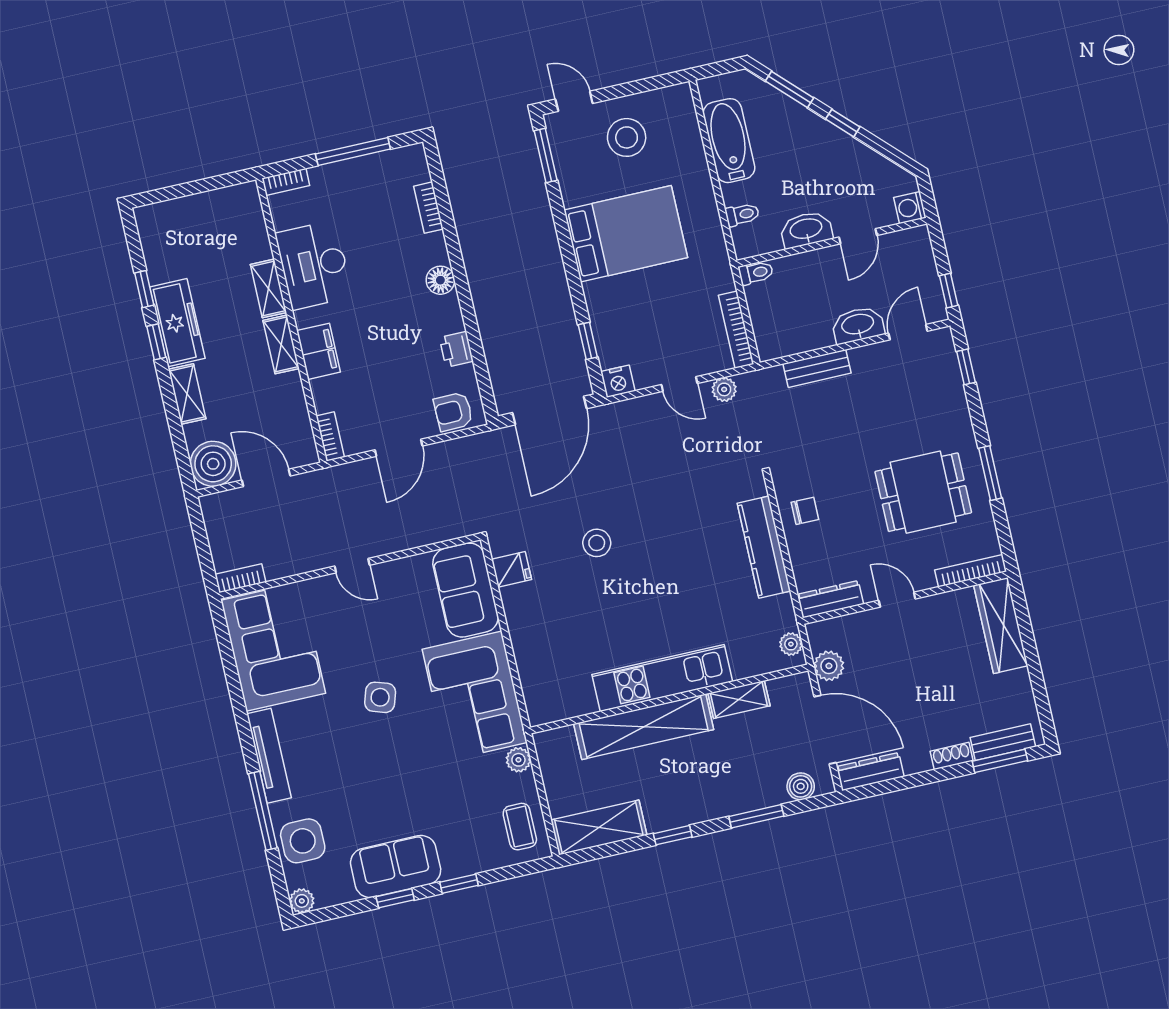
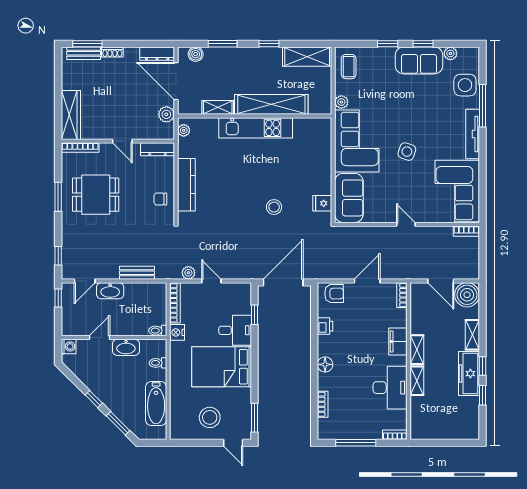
desk: (616, 305) -> (235, 330), added
nightstand: (618, 381) -> (177, 332), moved, turned -90
plant: (302, 901) -> (450, 53), moved

